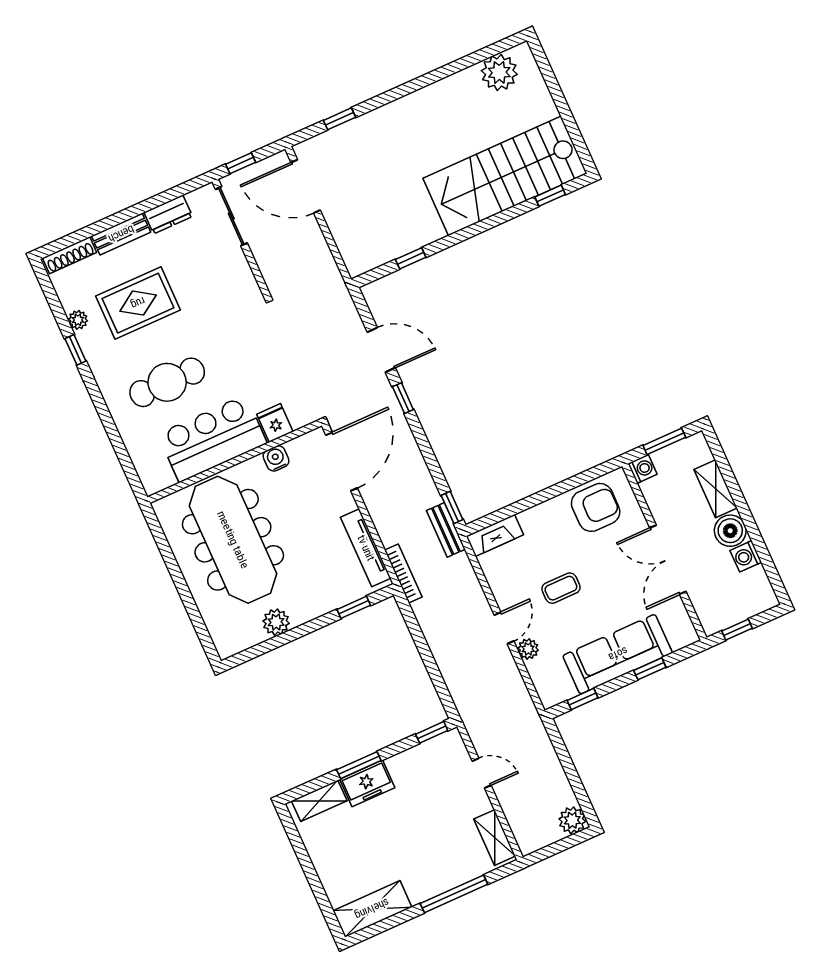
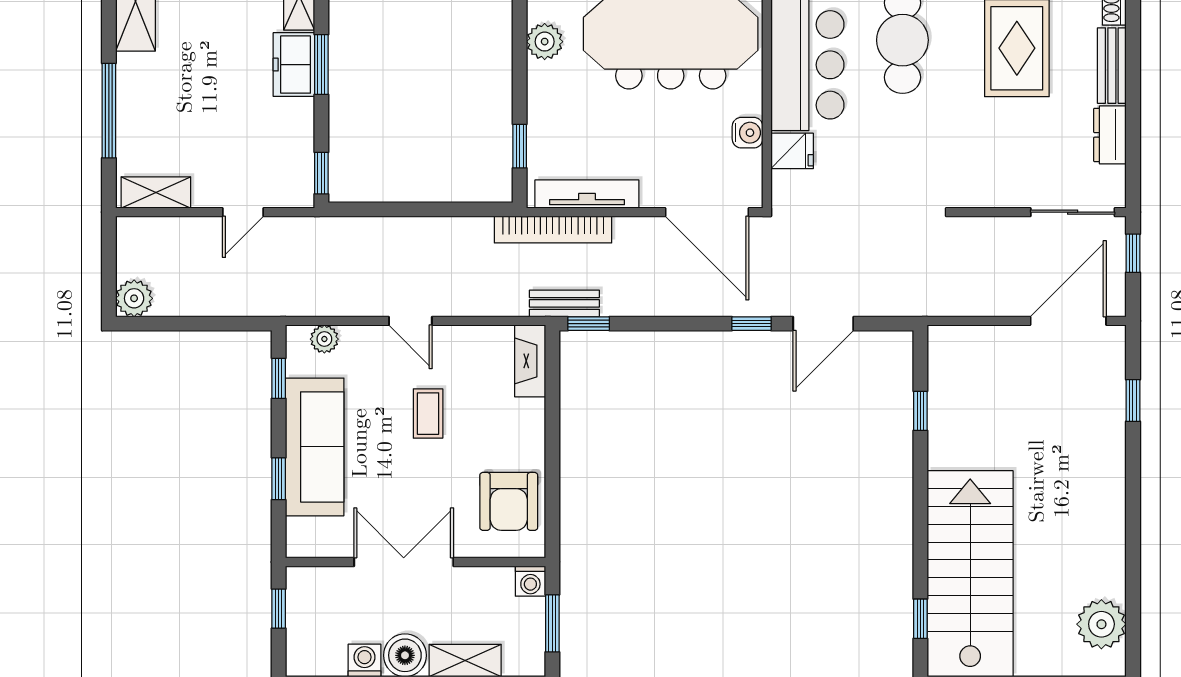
bookcase: (403, 574) -> (553, 230), width x1.48, depth x1.31
plant: (528, 649) -> (324, 339), moved

